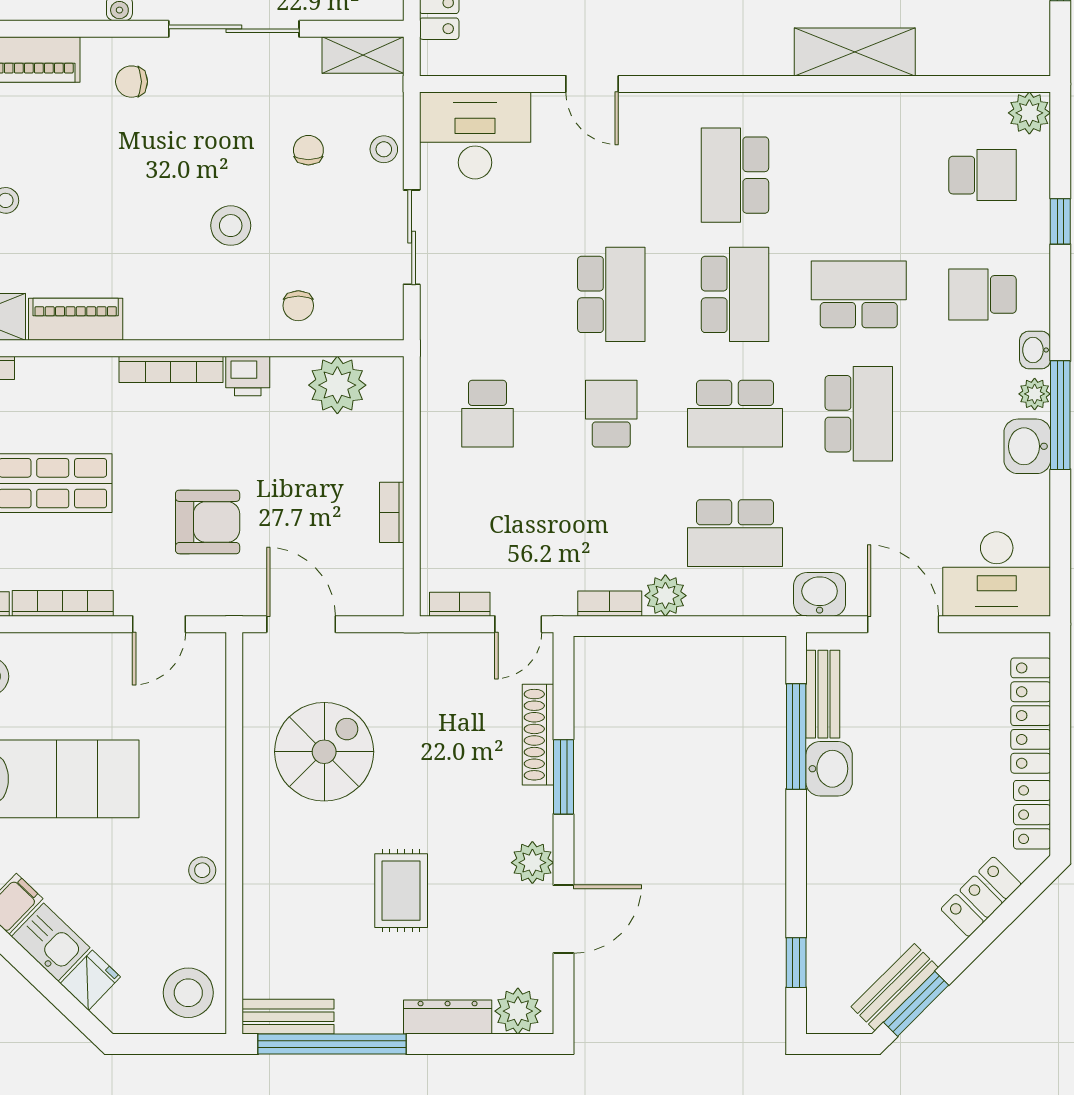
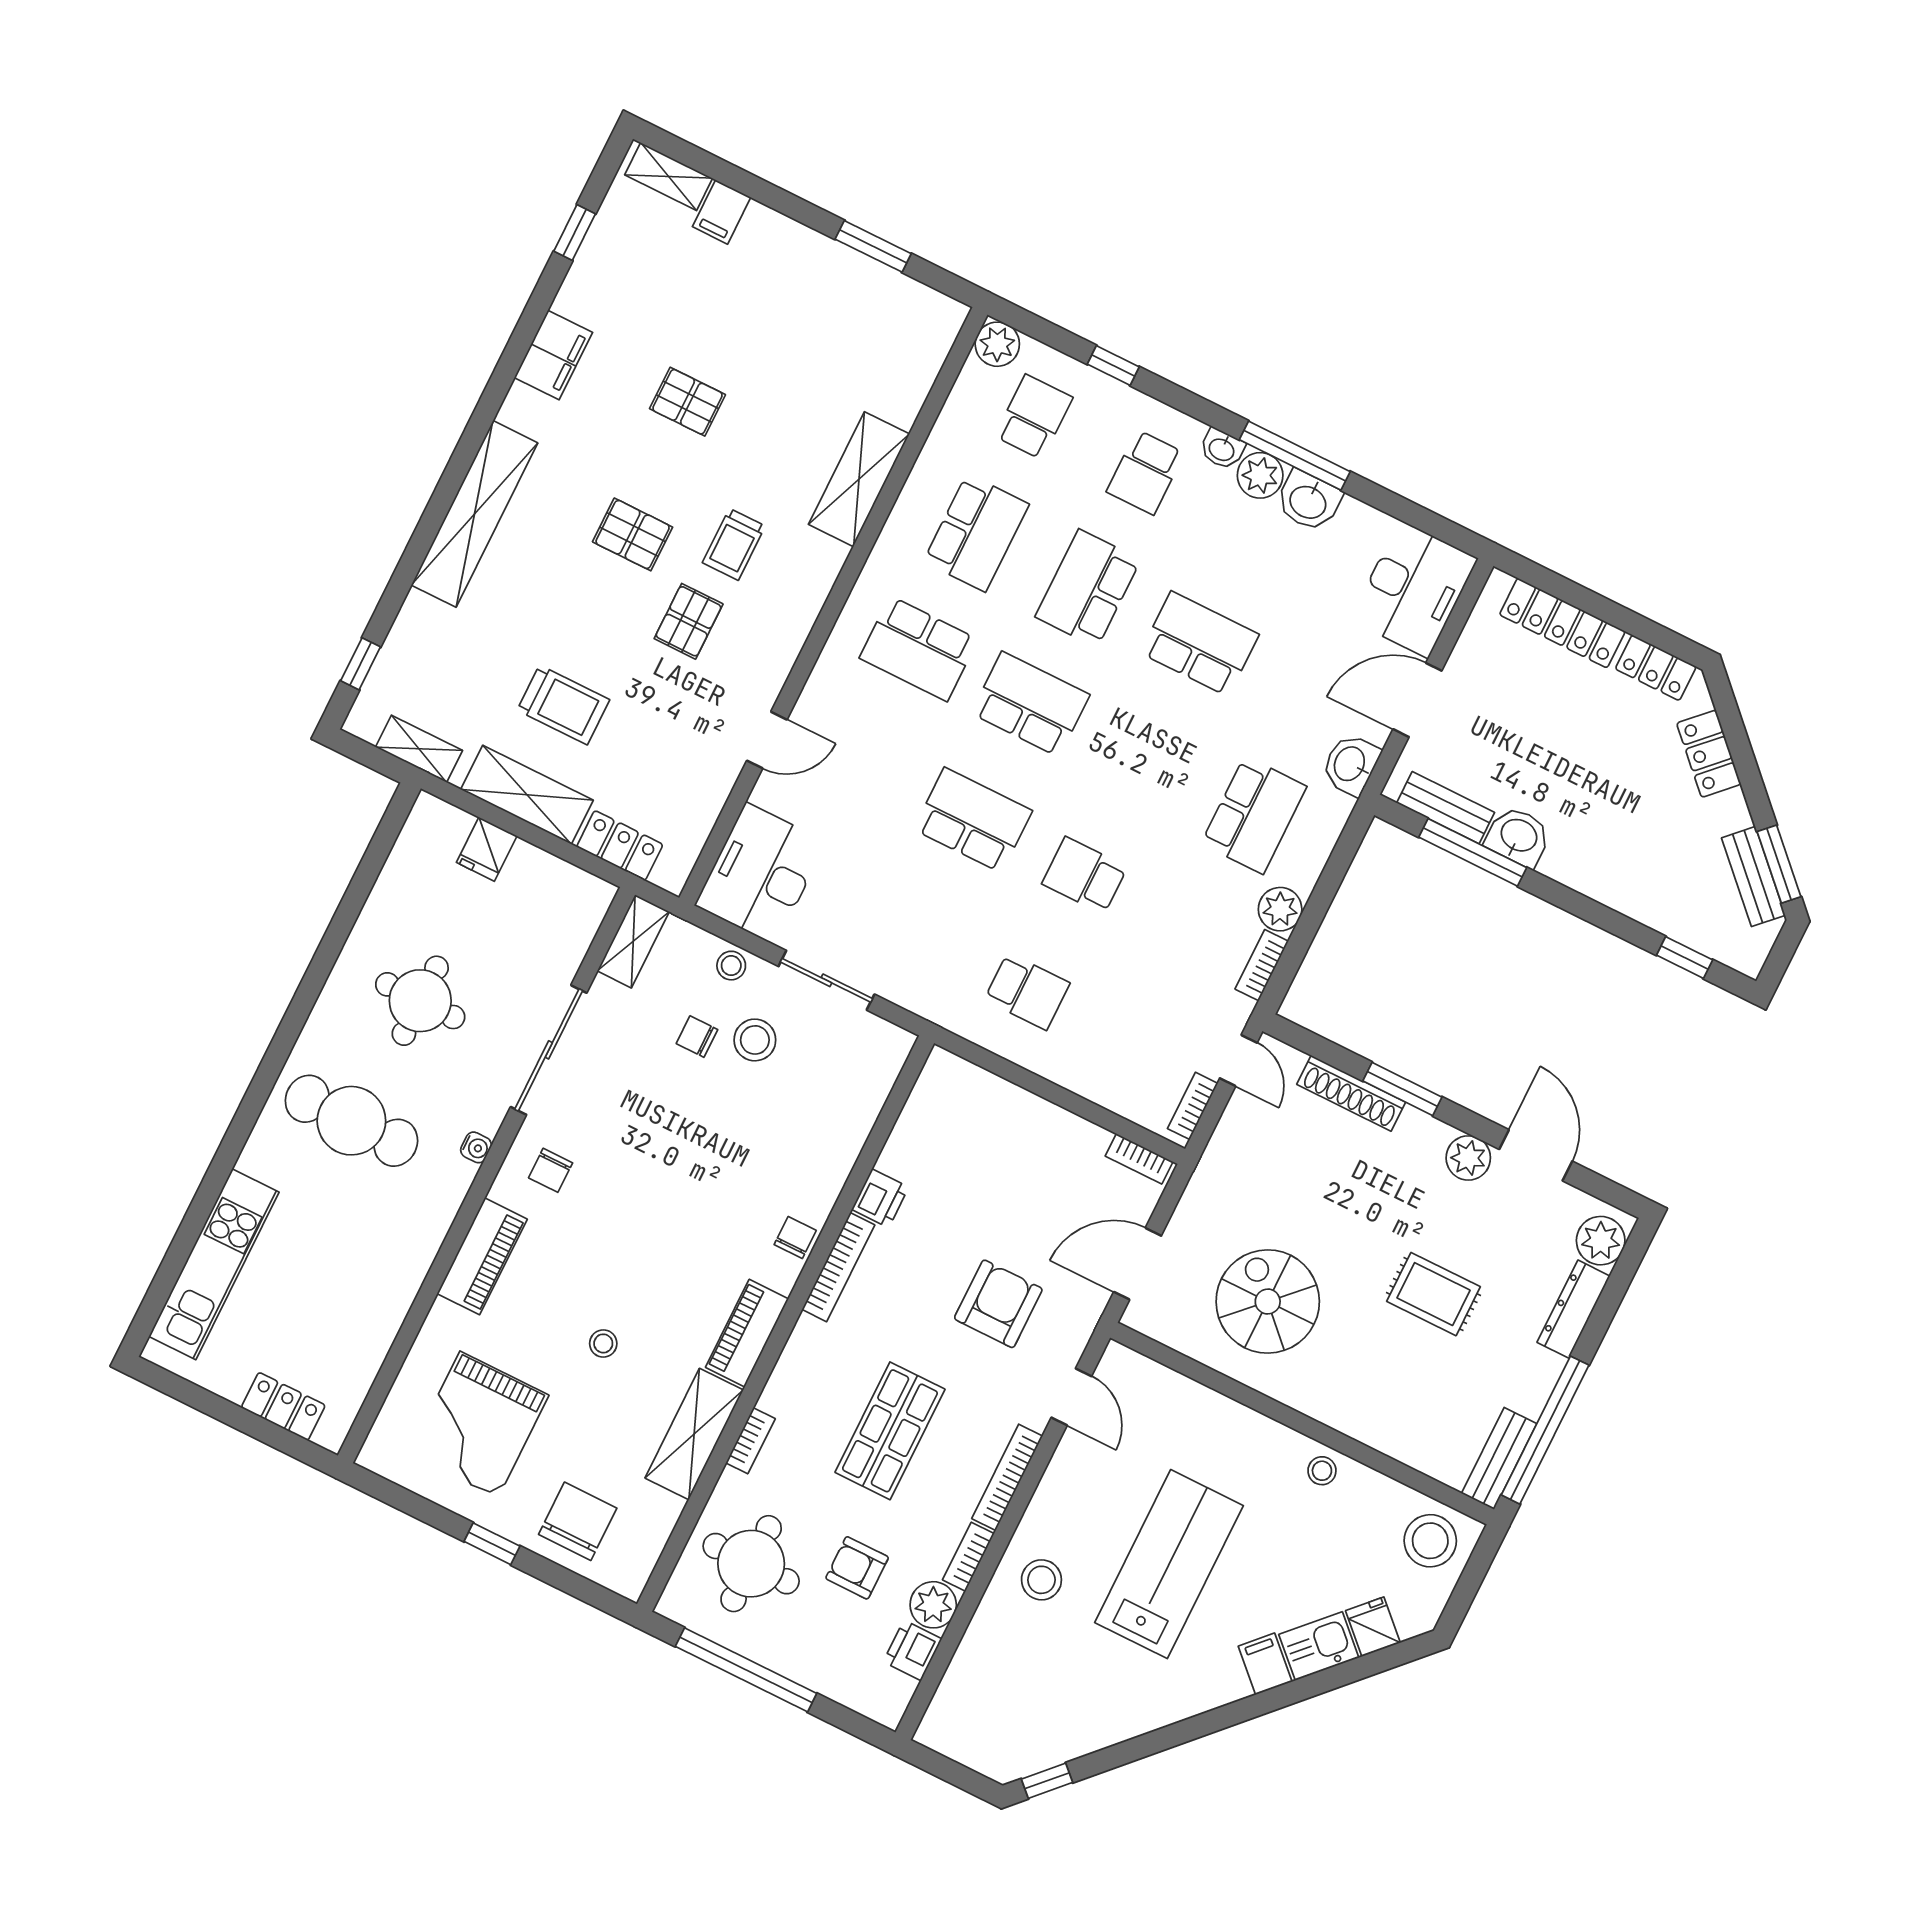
stool: (231, 226) -> (755, 1040), moved
chair: (298, 306) -> (795, 1238), moved, turned -90
plant: (337, 385) -> (930, 1119), removed
plant: (1035, 394) -> (1260, 475), width x1.38, depth x1.38
school desk: (735, 414) -> (976, 533), moved
bookcase: (392, 512) -> (1139, 1159), moved

